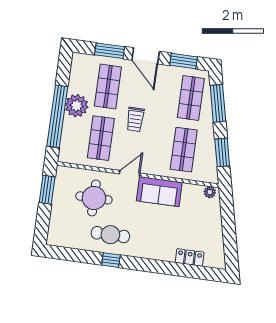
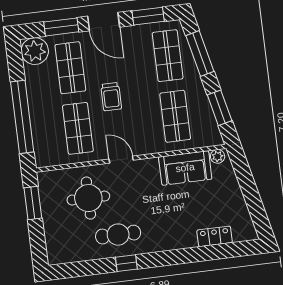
plant: (77, 106) -> (35, 51), moved
door: (130, 173) -> (121, 160), hinge flipped
sofa: (159, 192) -> (185, 168), moved

